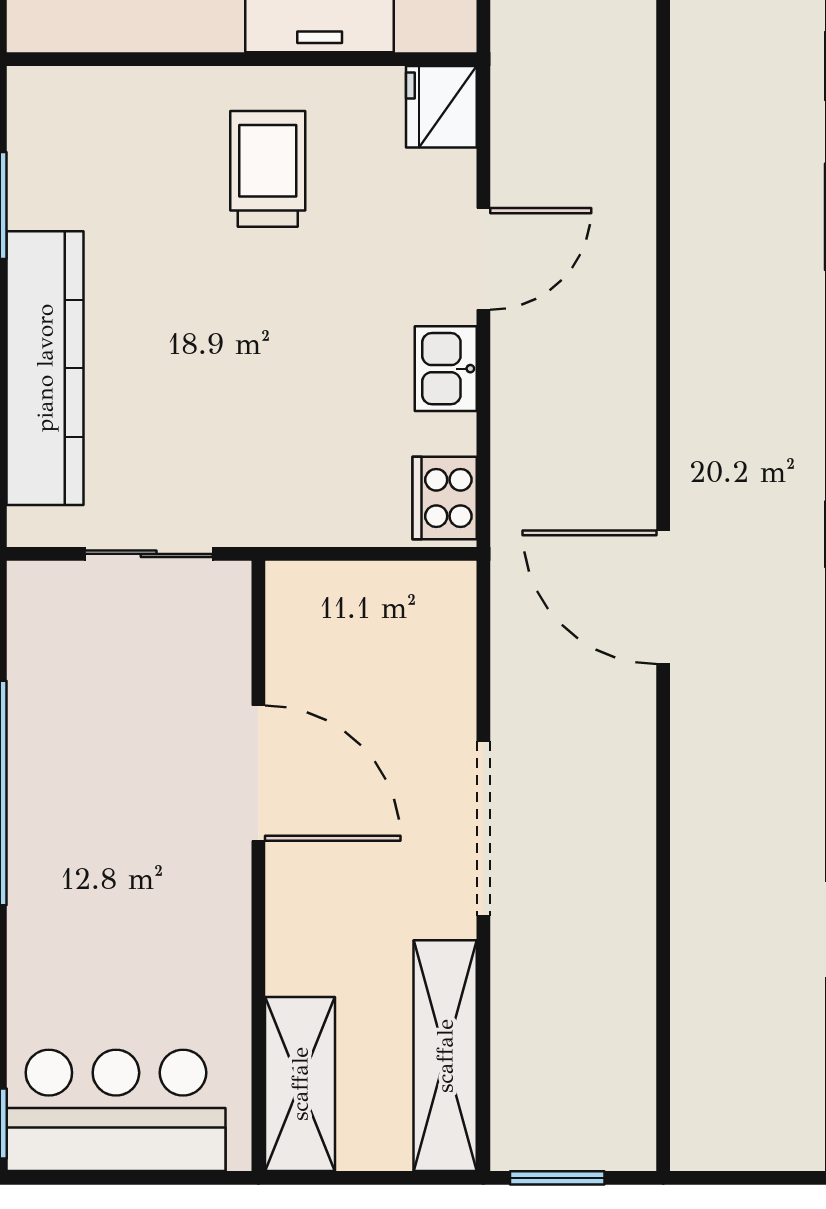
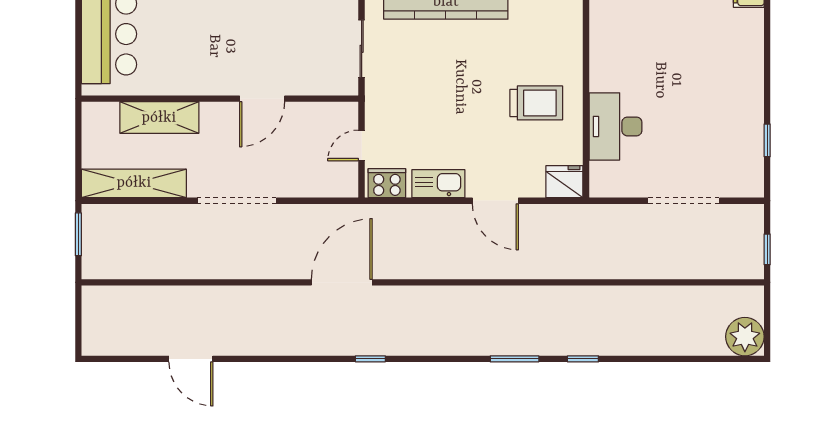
kitchen sink: (446, 369) -> (438, 184), width x1.38
door: (361, 554) -> (362, 145), added
door: (258, 773) -> (262, 99), width x0.73
shelving: (300, 1084) -> (159, 118), moved

